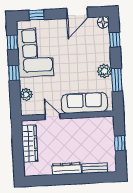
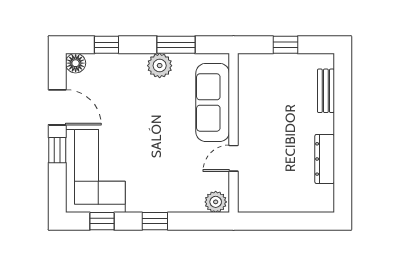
window: (37, 15) -> (57, 150), moved
corner sofa: (35, 52) -> (95, 171), moved, turned 90
plant: (26, 95) -> (216, 202), moved
wardrobe: (30, 143) -> (278, 200), removed
dresser: (66, 169) -> (325, 159), moved

